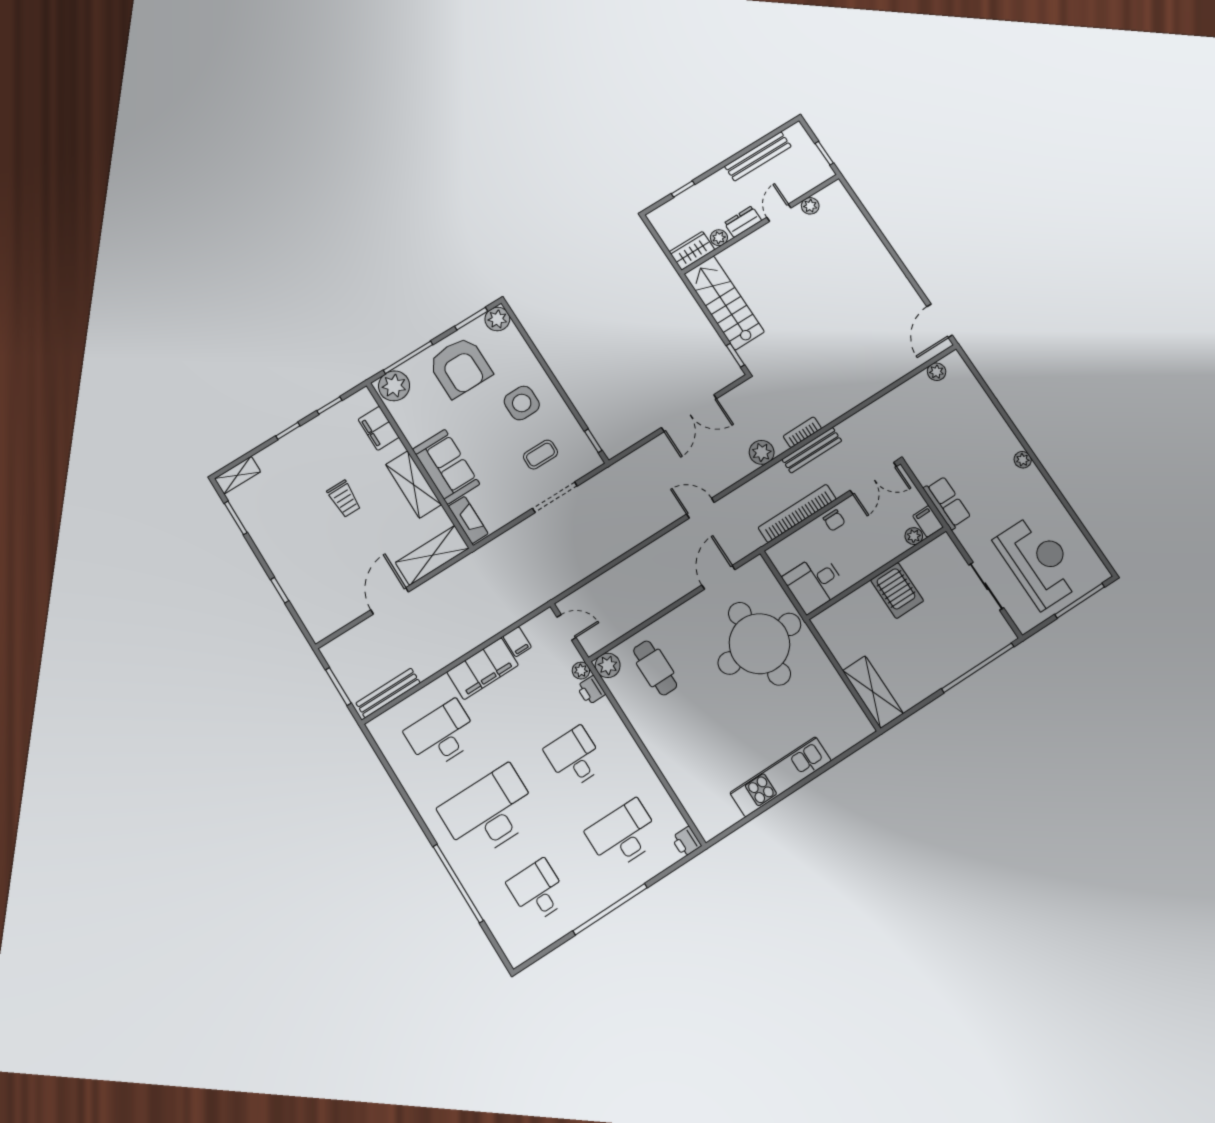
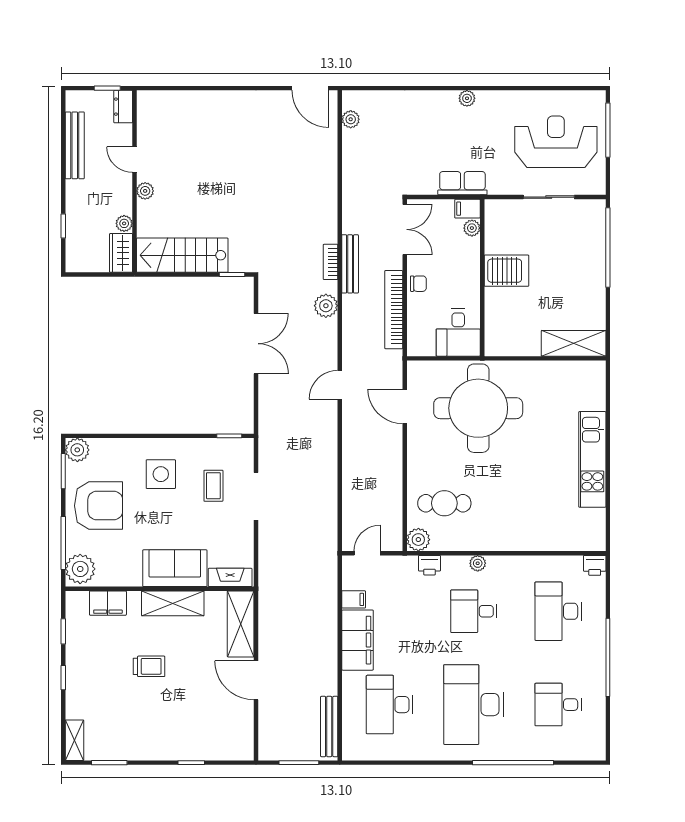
plant: (810, 206) -> (145, 191), moved
dresser: (743, 222) -> (123, 107), moved
plant: (581, 671) -> (478, 563), moved

